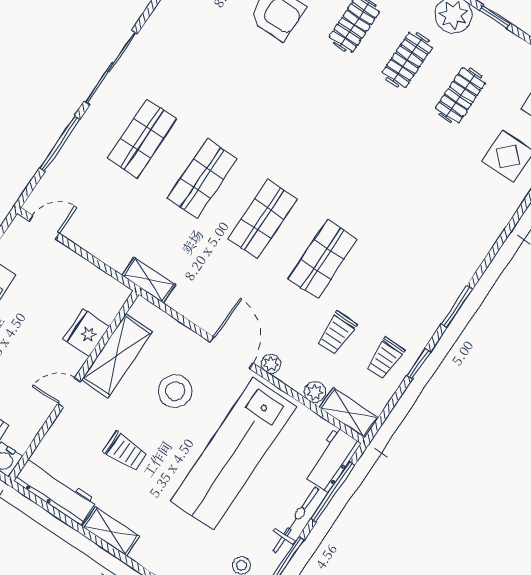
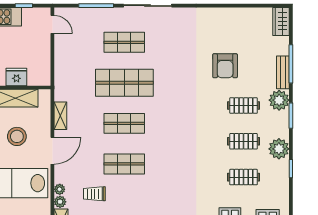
shop shelf: (202, 179) -> (124, 83), width x1.43, depth x1.36
shelving: (149, 280) -> (60, 116), moved
plant: (271, 364) -> (60, 189), moved

